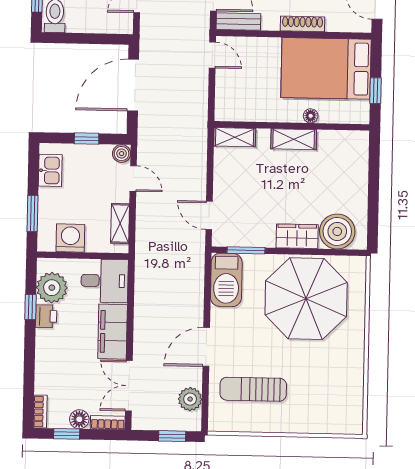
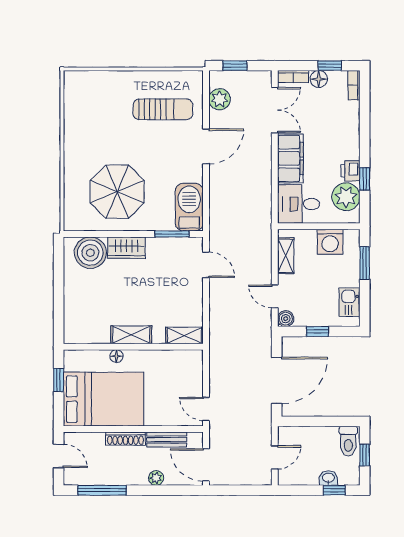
bench: (238, 22) -> (167, 439), moved
parasol: (306, 299) -> (117, 192), width x0.73, depth x0.73

